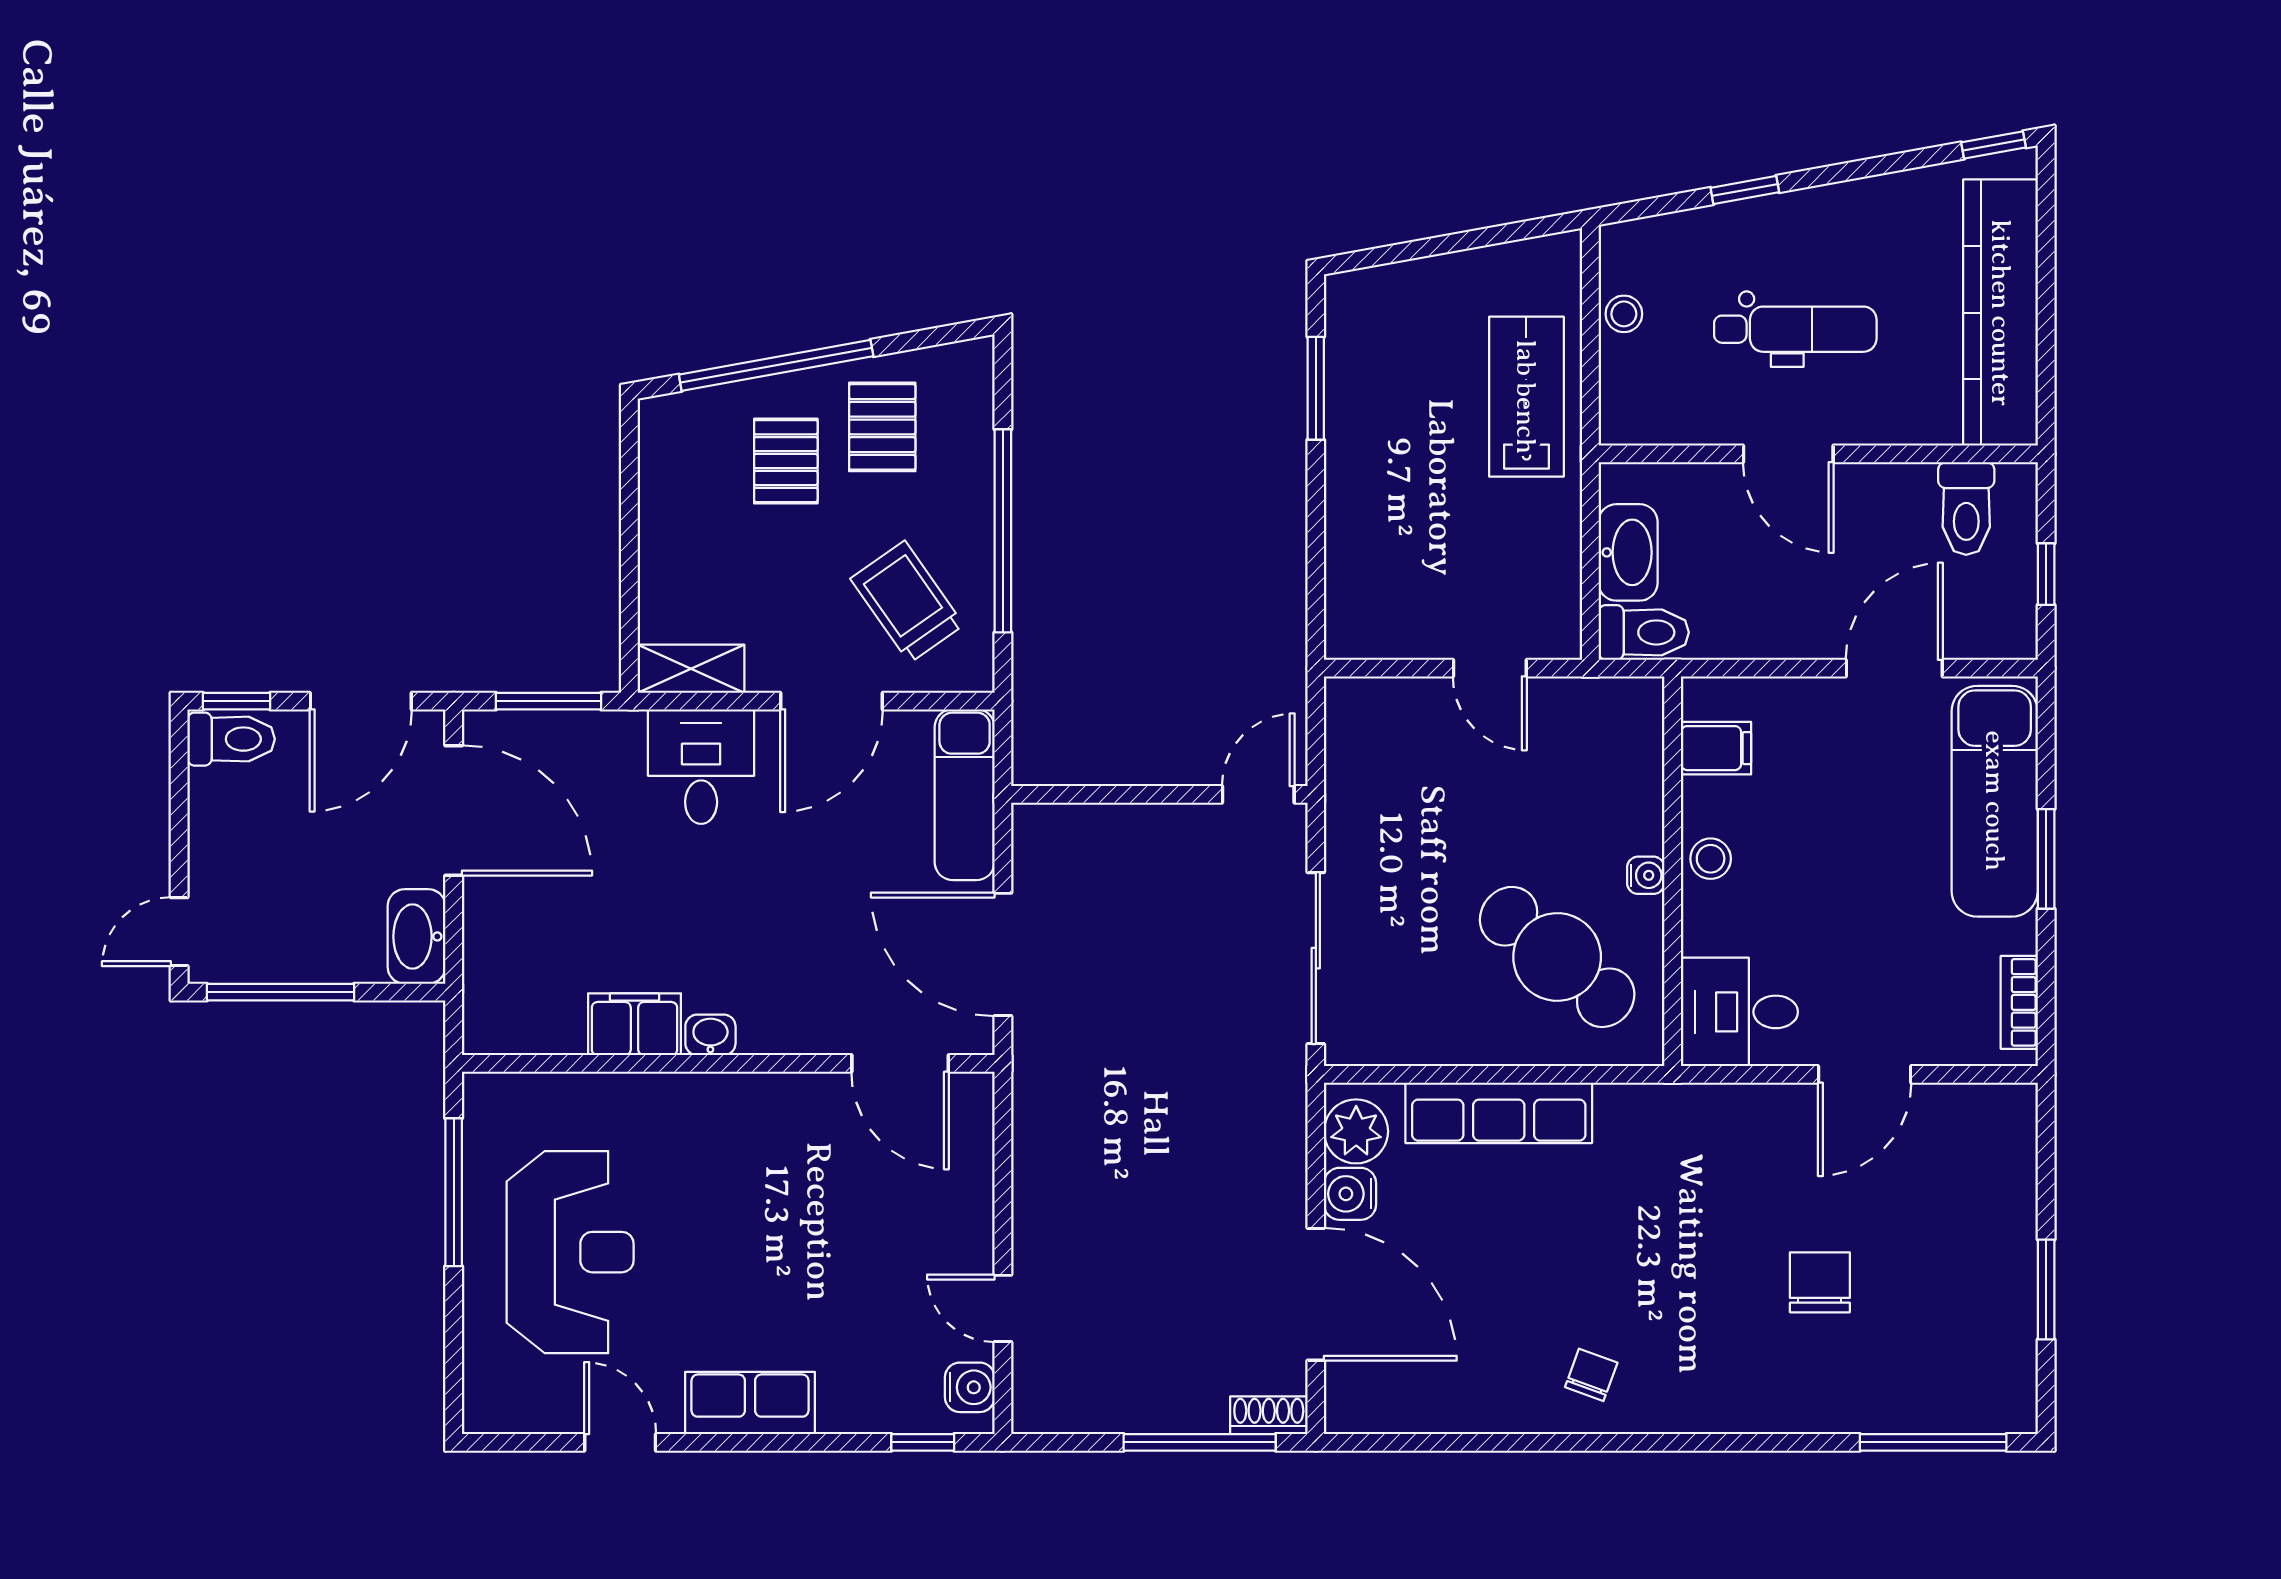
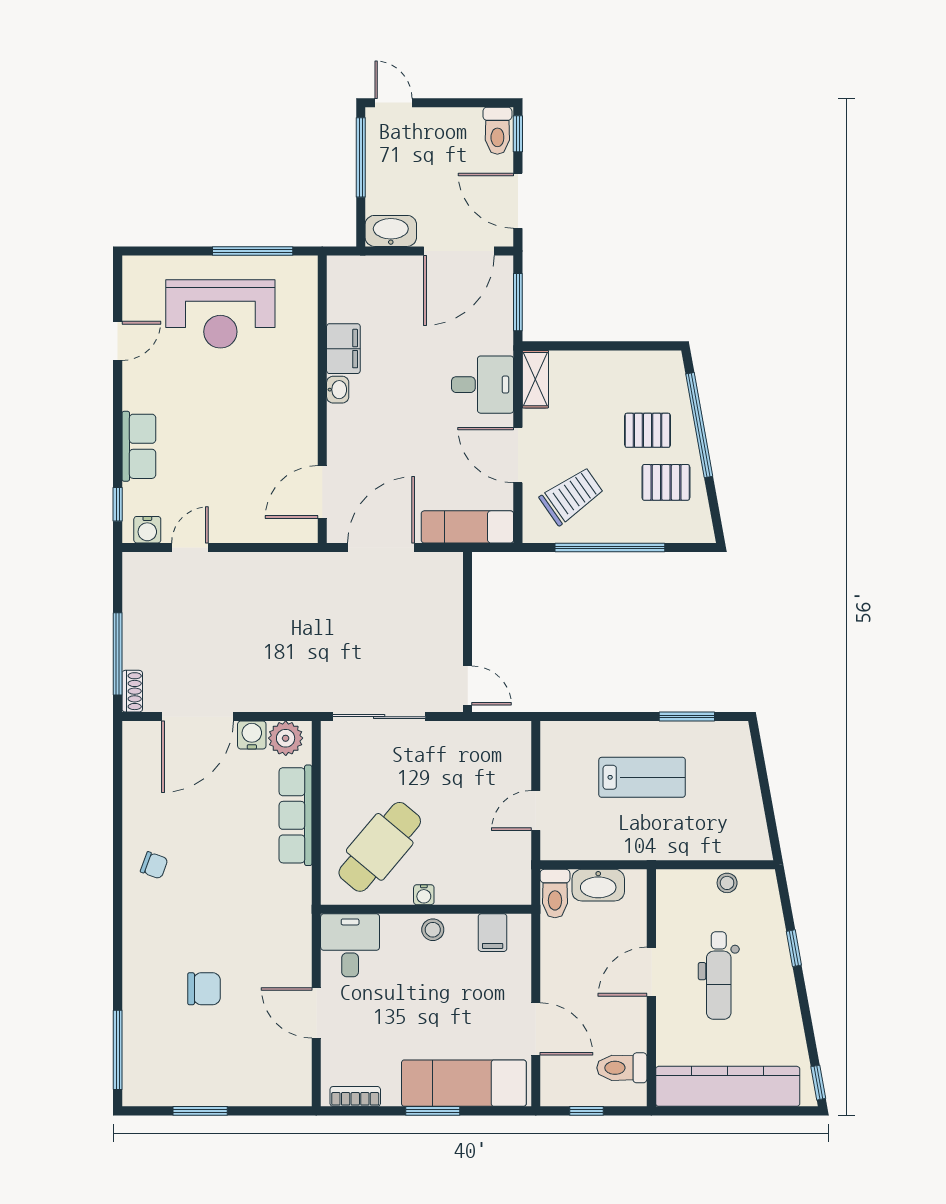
lab bench: (1526, 397) -> (642, 777), moved
row of seats: (750, 1403) -> (139, 446), moved

